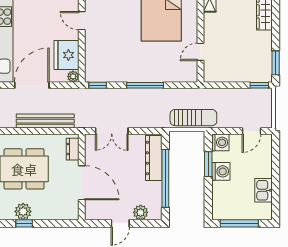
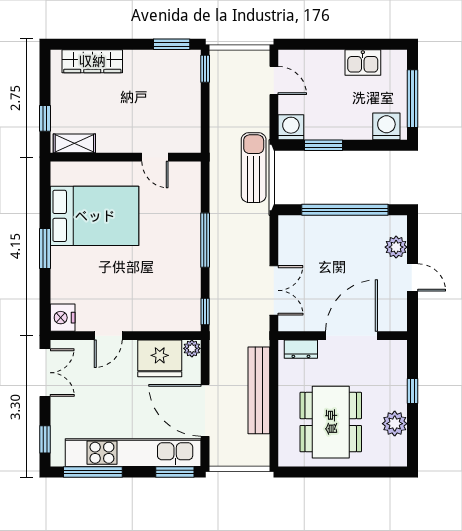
dresser: (154, 158) -> (314, 227), removed
washing machine: (221, 171) -> (386, 126), moved
window: (24, 223) -> (413, 391), moved

